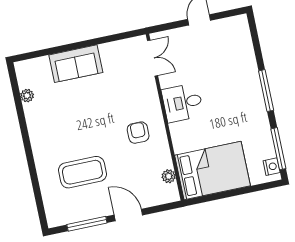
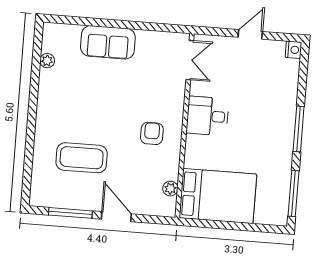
nightstand: (272, 167) -> (294, 50), moved

